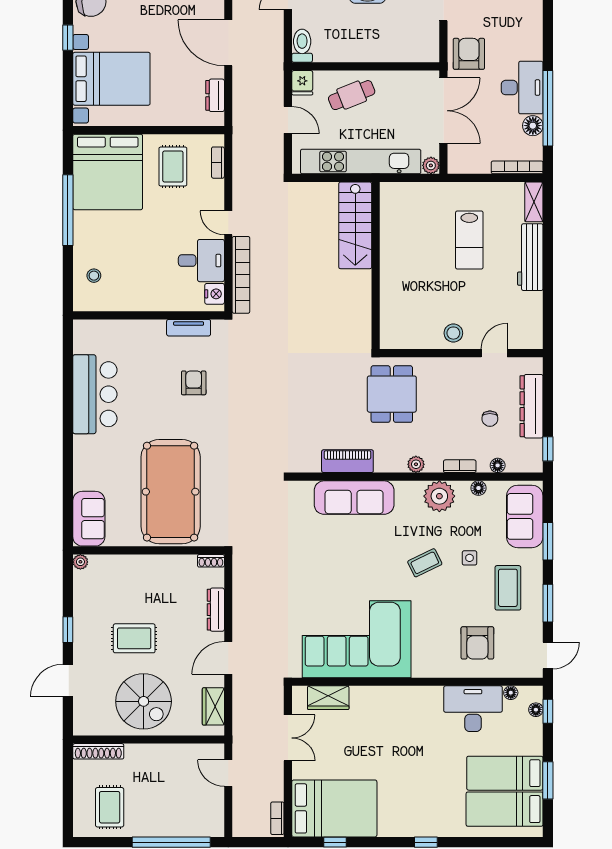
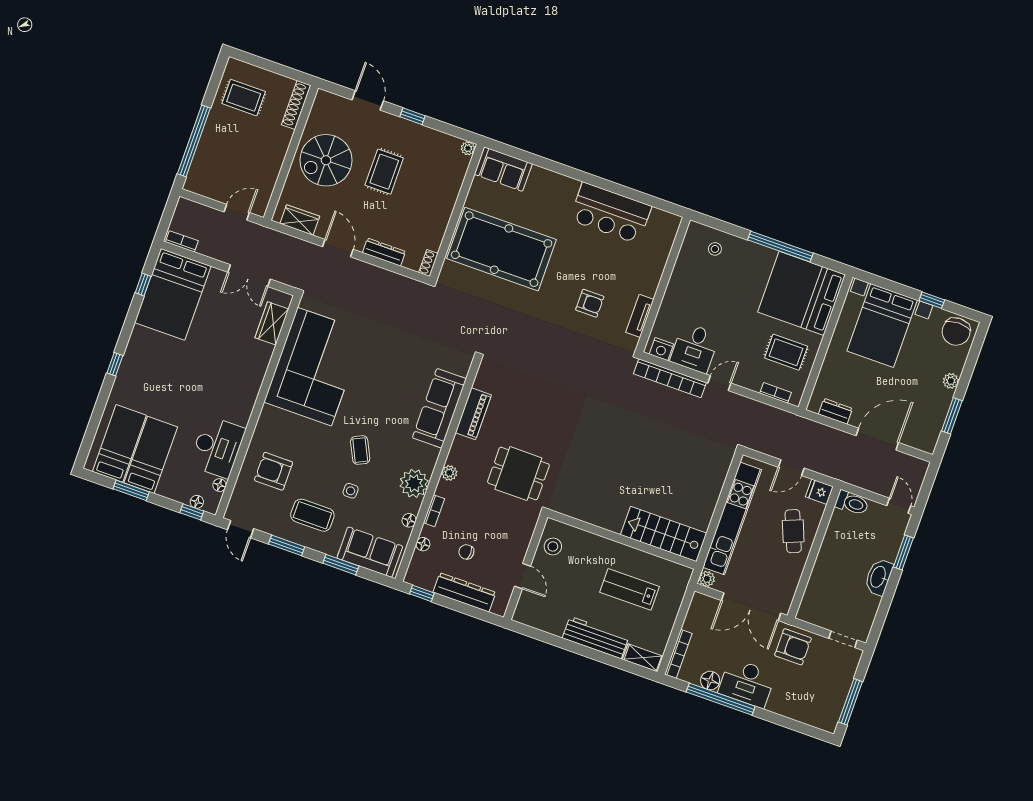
stairs: (355, 225) -> (664, 534), moved
wall: (376, 266) -> (622, 539), moved

